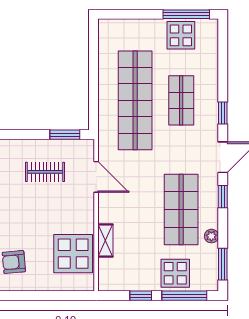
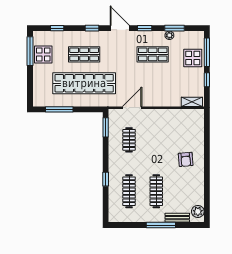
window: (223, 57) -> (57, 28), added
window: (94, 61) -> (59, 109), added
shop shelf: (181, 209) -> (153, 54), width x0.70, depth x0.74
shelving: (105, 240) -> (192, 102), moved
display table: (73, 254) -> (180, 122), removed
window: (223, 264) -> (174, 28), moved

